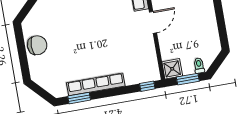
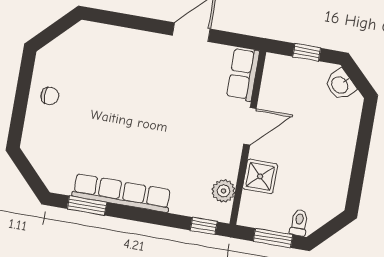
chair: (37, 45) -> (50, 96), width x0.54, depth x0.54
plant: (151, 63) -> (223, 191), added
shower: (172, 69) -> (260, 176), moved

